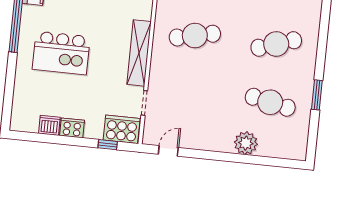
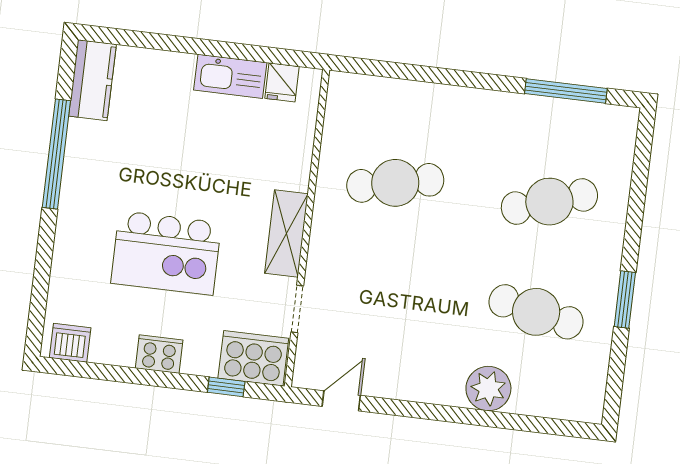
kitchen island: (61, 53) -> (166, 253), moved
shelving: (139, 53) -> (286, 234), width x0.68
dishwasher: (49, 125) -> (70, 343), moved

